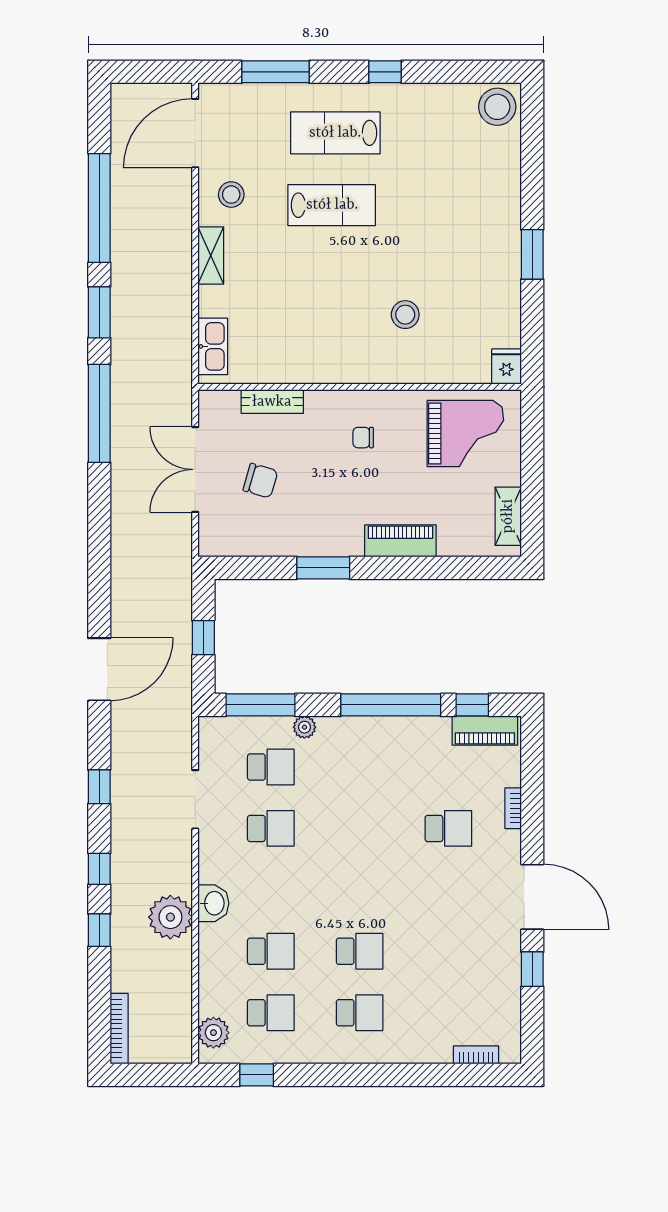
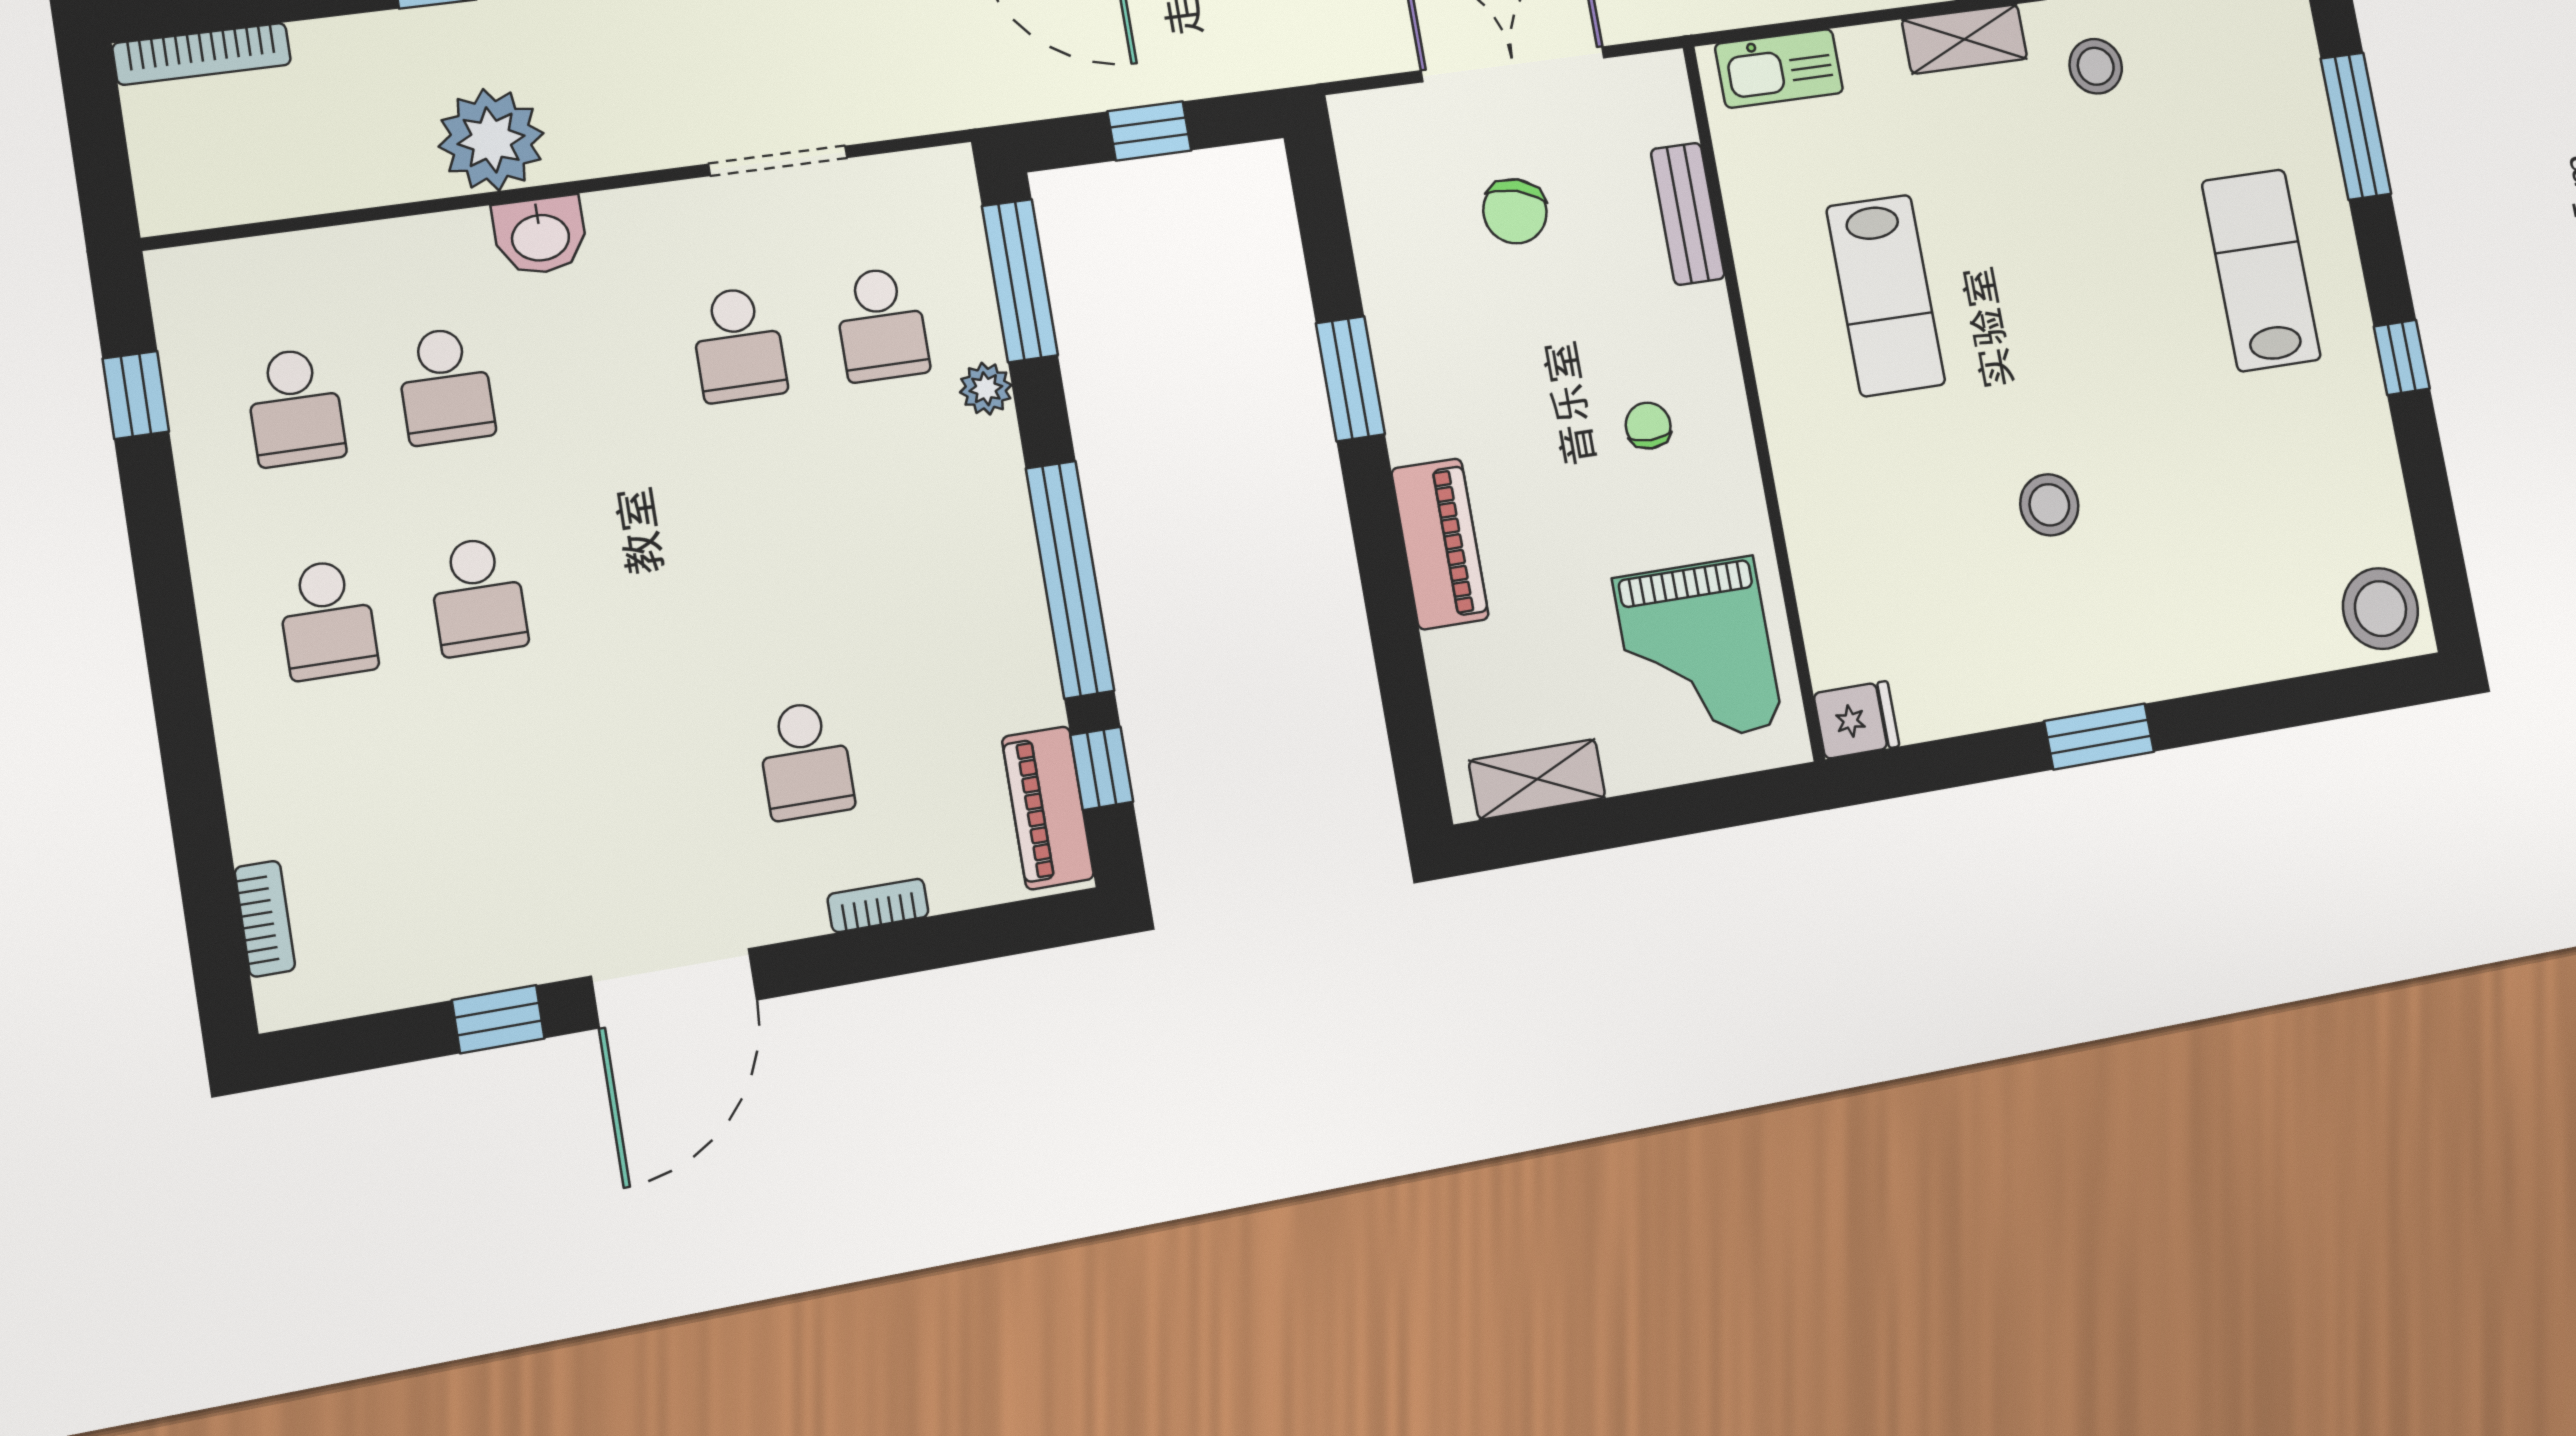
lab bench: (332, 205) -> (1886, 296), moved
stool: (405, 315) -> (2049, 505), moved
plant: (213, 1033) -> (226, 278), removed

